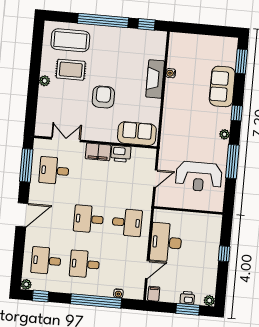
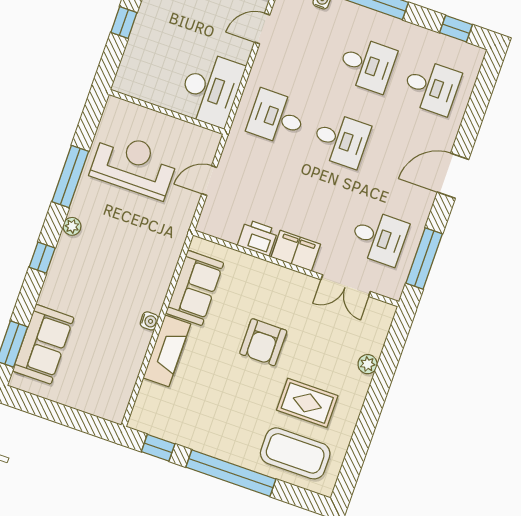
water cooler: (171, 73) -> (149, 321), moved
plant: (45, 81) -> (368, 364), moved
sofa: (222, 86) -> (43, 344), moved
sofa: (137, 134) -> (195, 288), moved, turned -90
desk: (166, 242) -> (211, 89), moved
plant: (26, 284) -> (476, 55), removed

